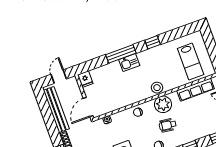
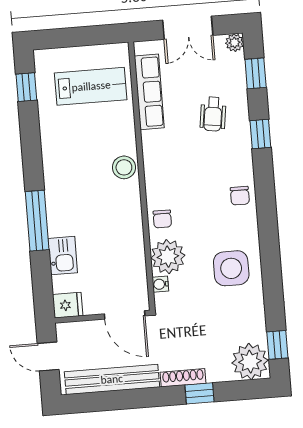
window: (153, 42) -> (26, 87), moved
kitchen sink: (129, 63) -> (63, 256), moved
plant: (163, 104) -> (168, 257), moved
wheelchair: (168, 125) -> (213, 114), moved

